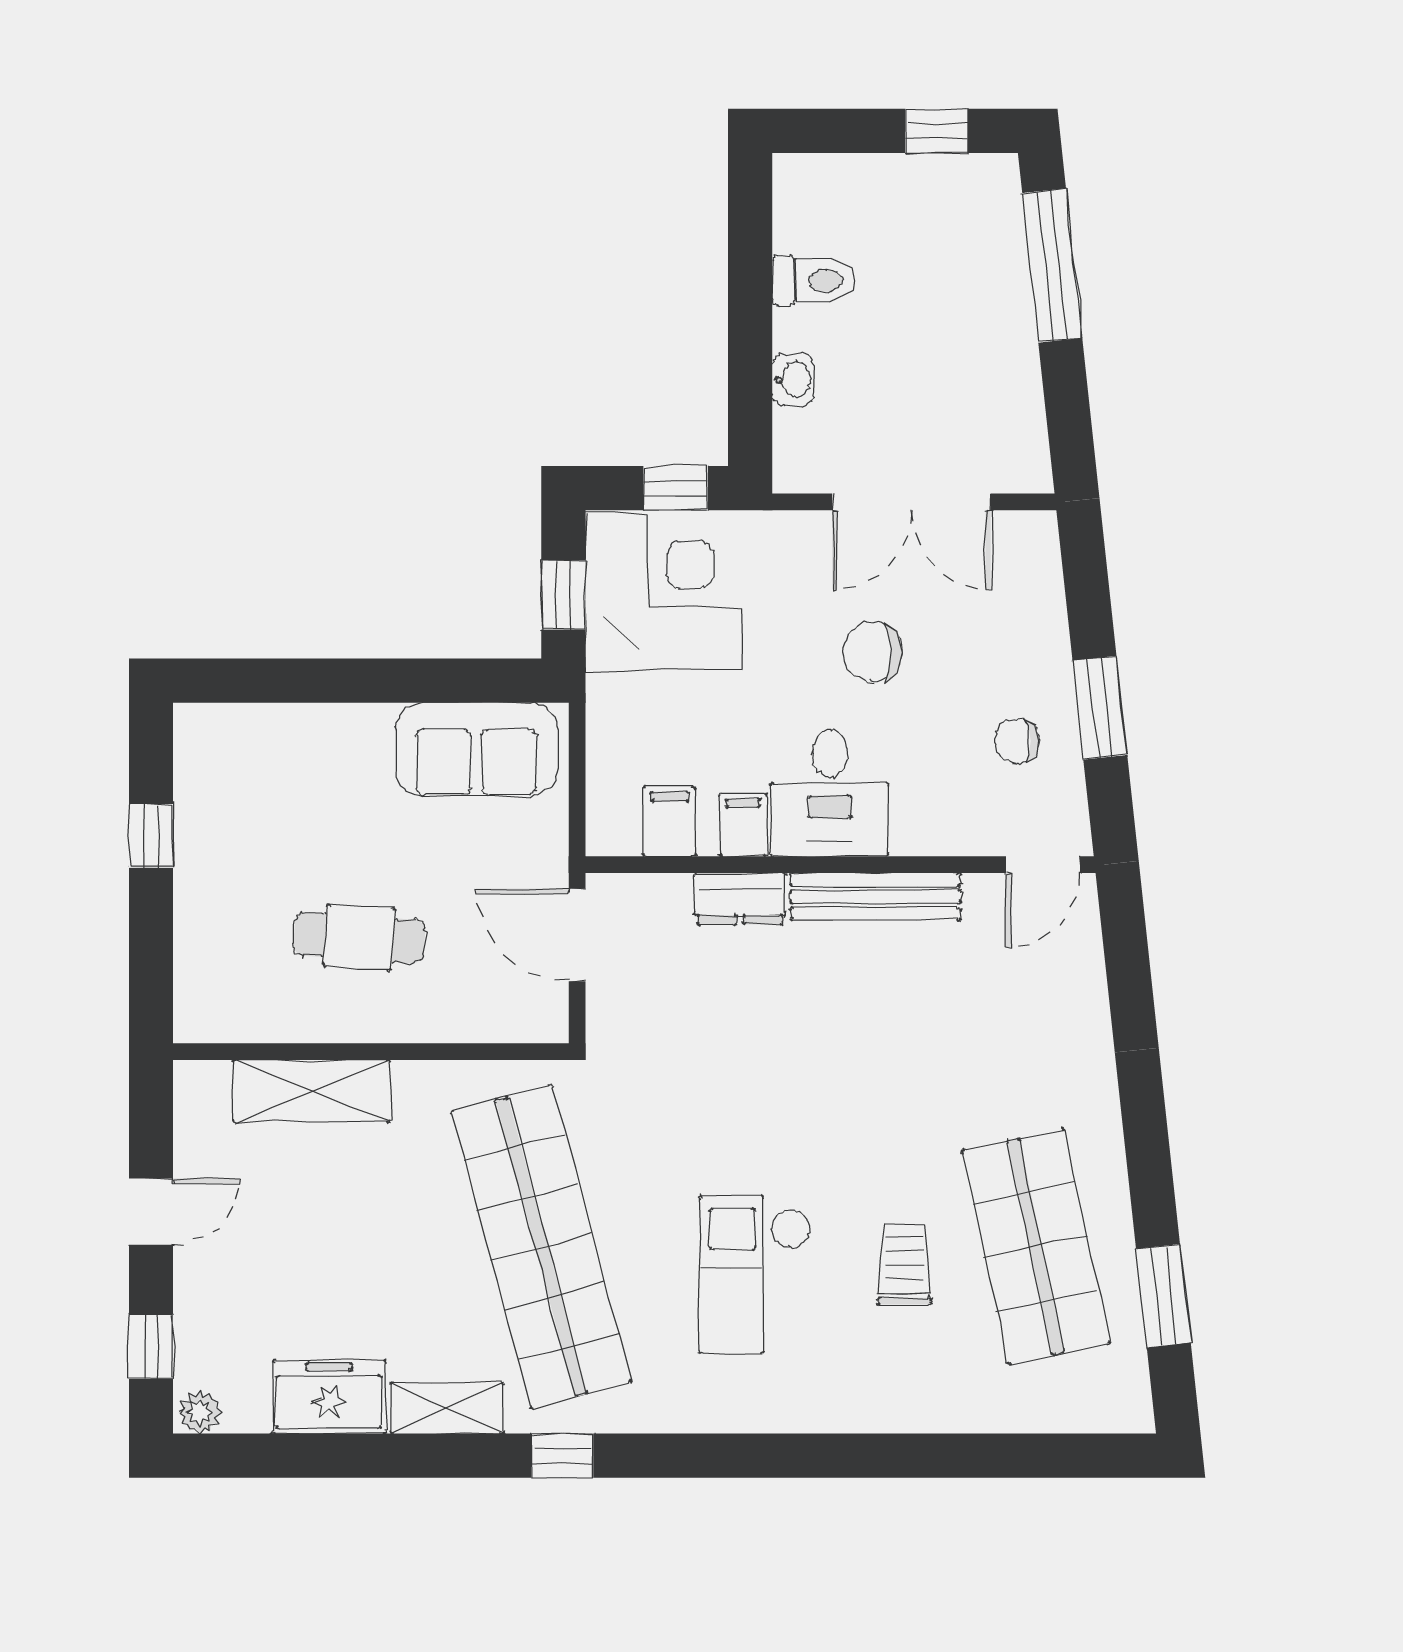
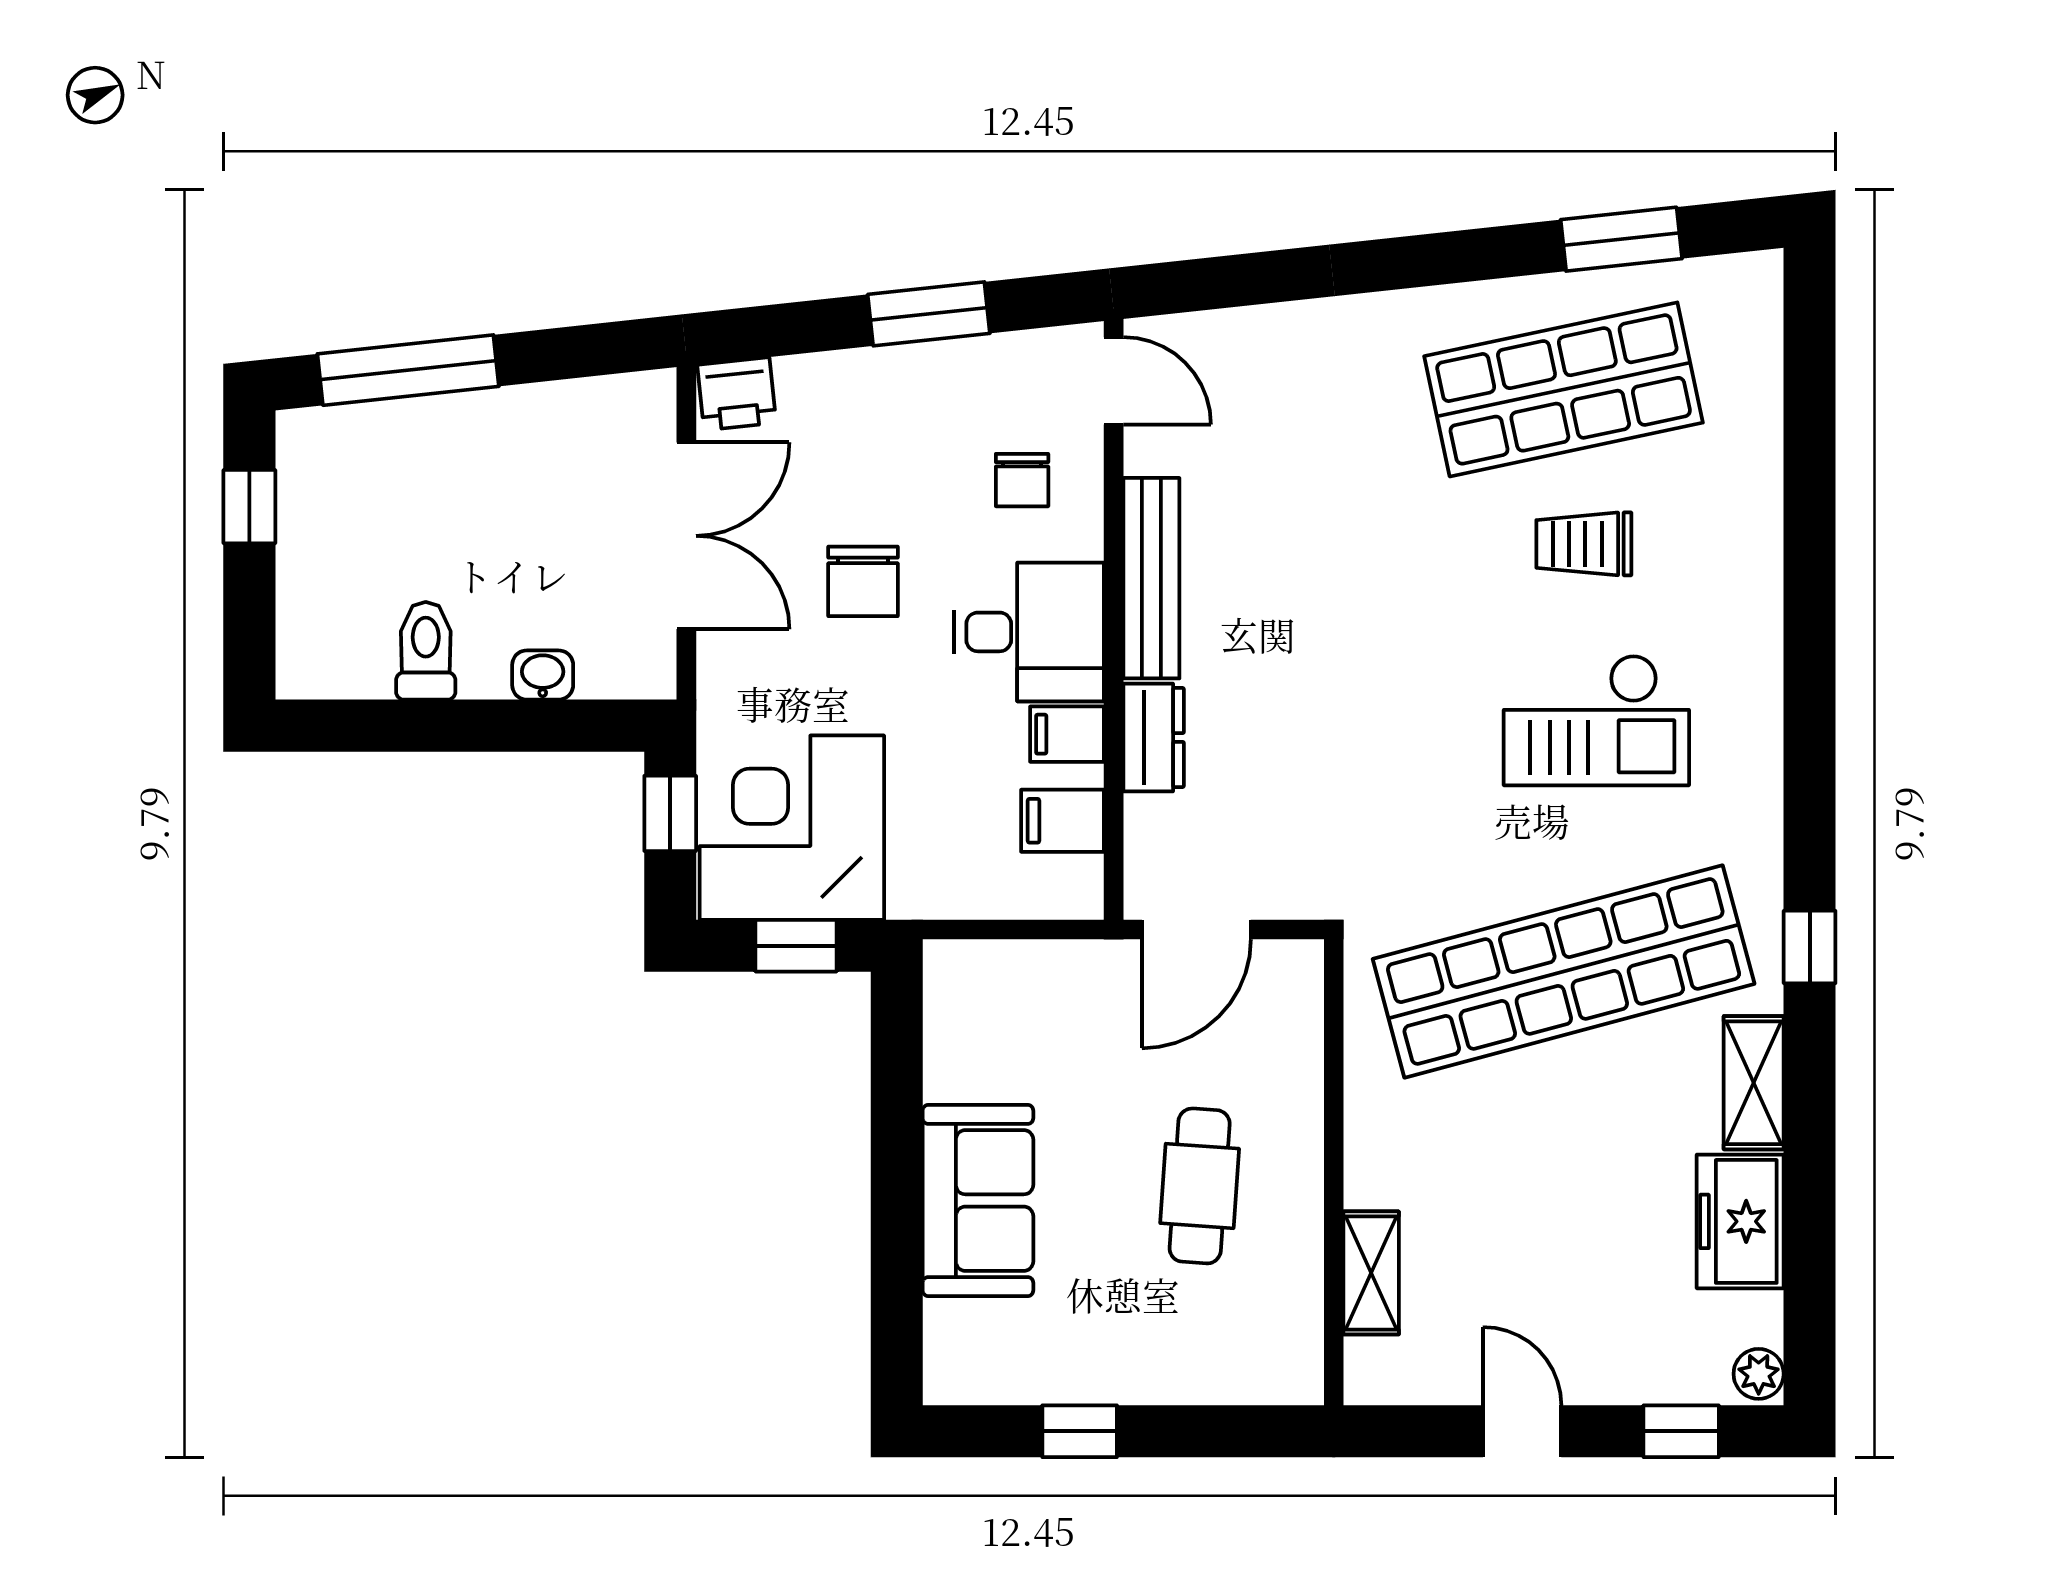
printer: (1032, 545) -> (737, 394), added
chair: (1017, 741) -> (1022, 480), moved
sofa: (476, 749) -> (978, 1200), moved
shelving: (312, 1091) -> (1371, 1273), width x0.67, depth x0.75

